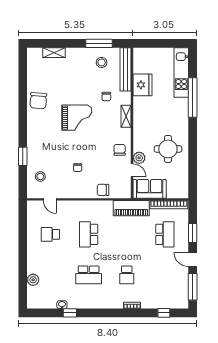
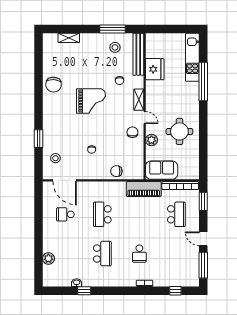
door: (132, 170) -> (145, 118), moved
door: (50, 199) -> (65, 180), width x1.87
window: (193, 233) -> (203, 201), moved
school desk: (89, 275) -> (102, 254), turned -90

